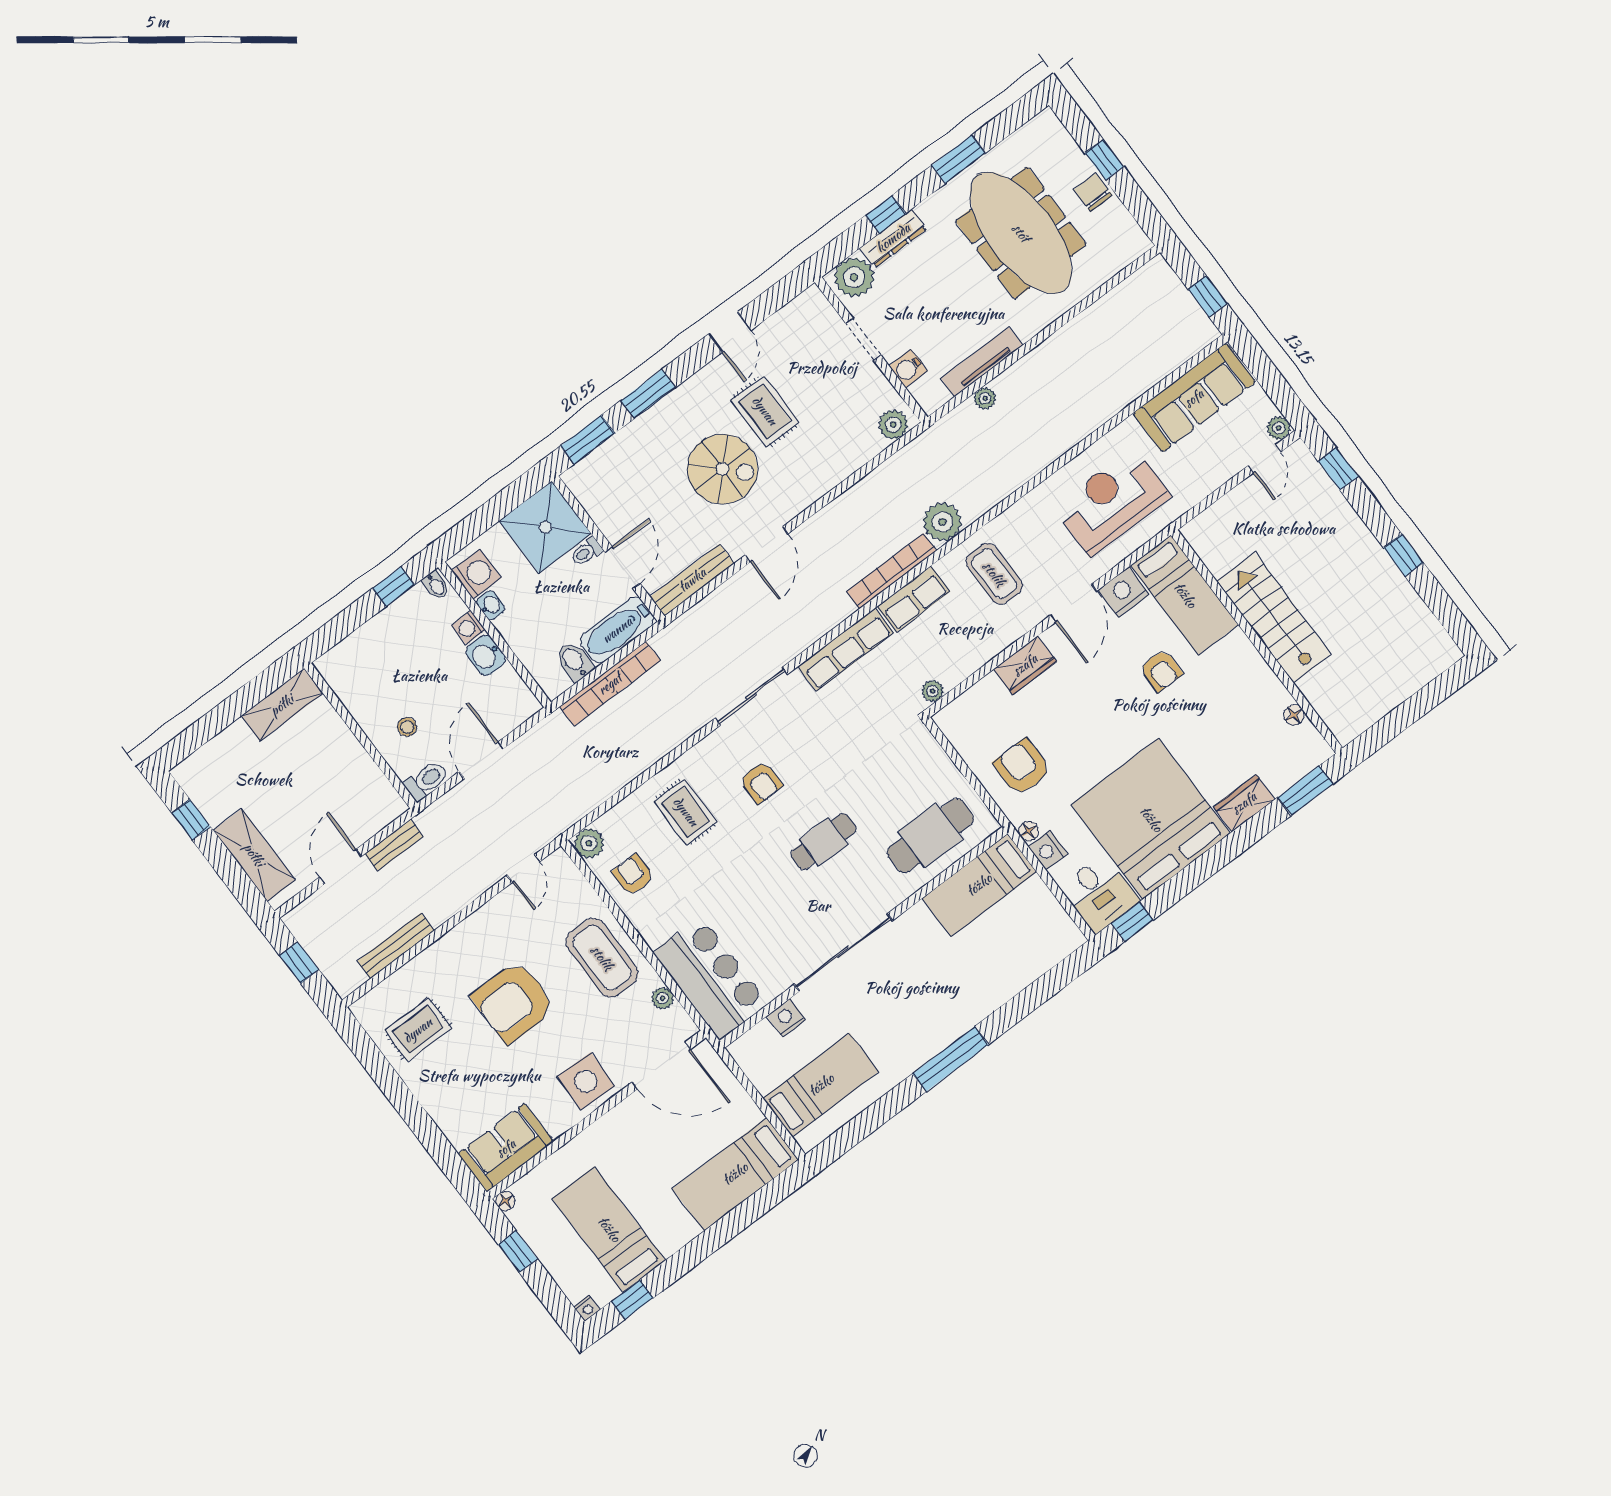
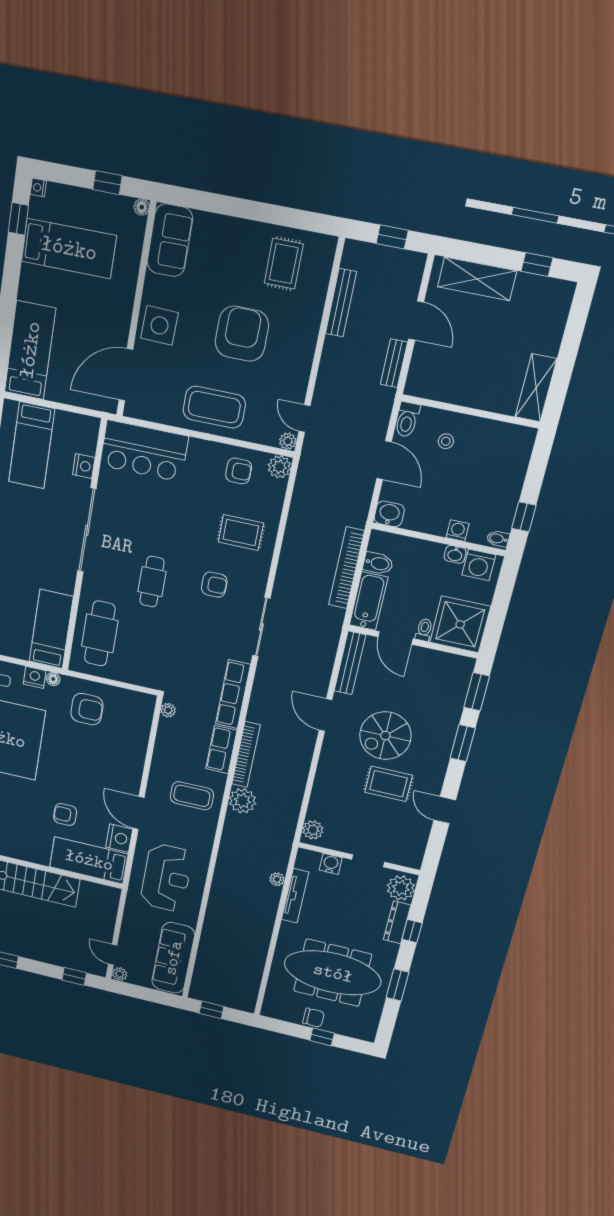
washbasin: (486, 655) -> (389, 514), moved
wardrobe: (1025, 665) -> (134, 762), removed
armchair: (761, 782) -> (214, 585), turned 180
plant: (663, 998) -> (288, 441), moved

